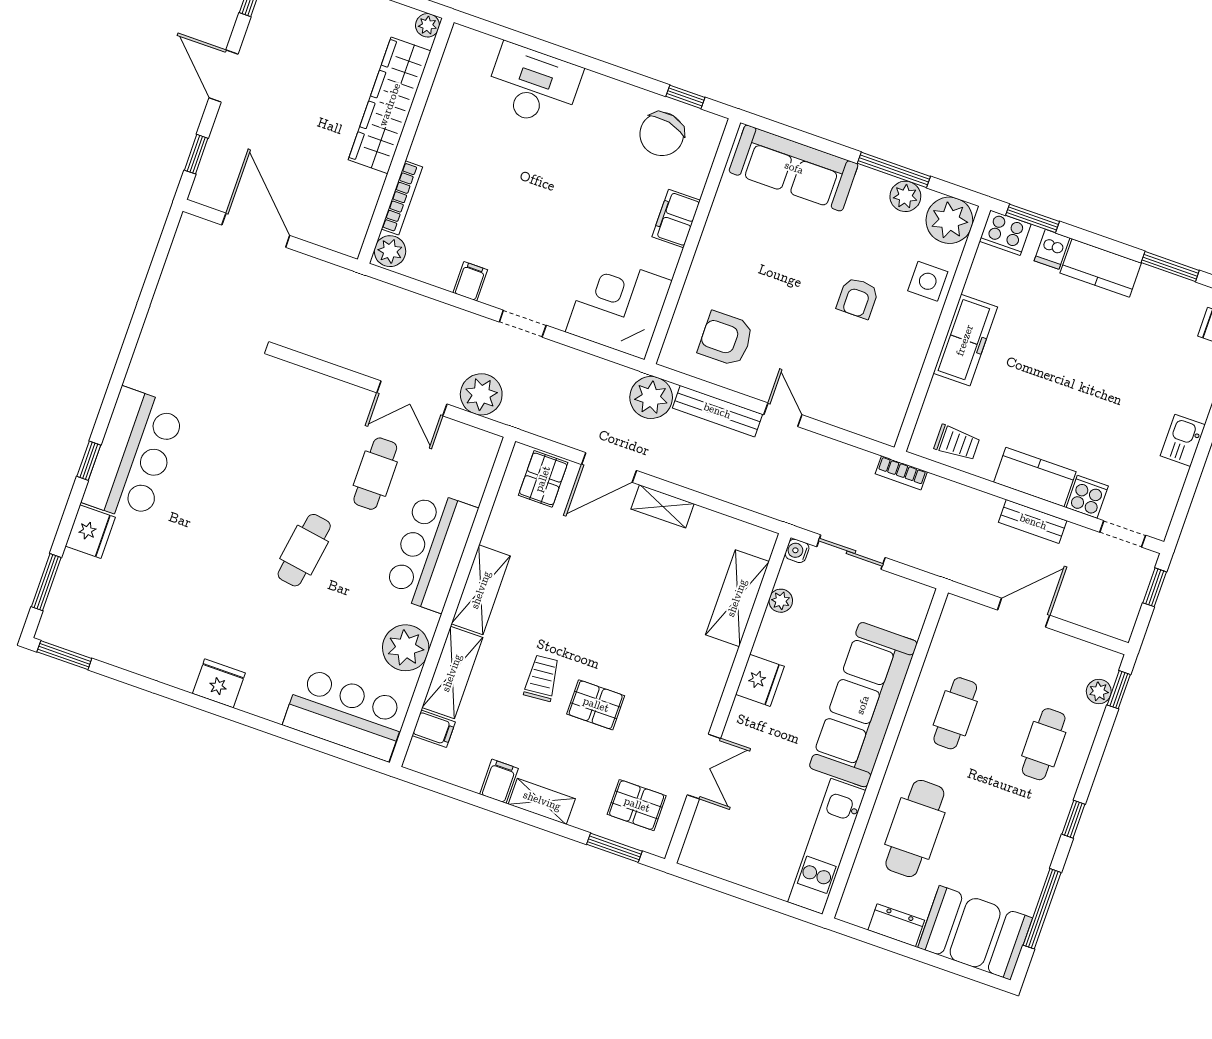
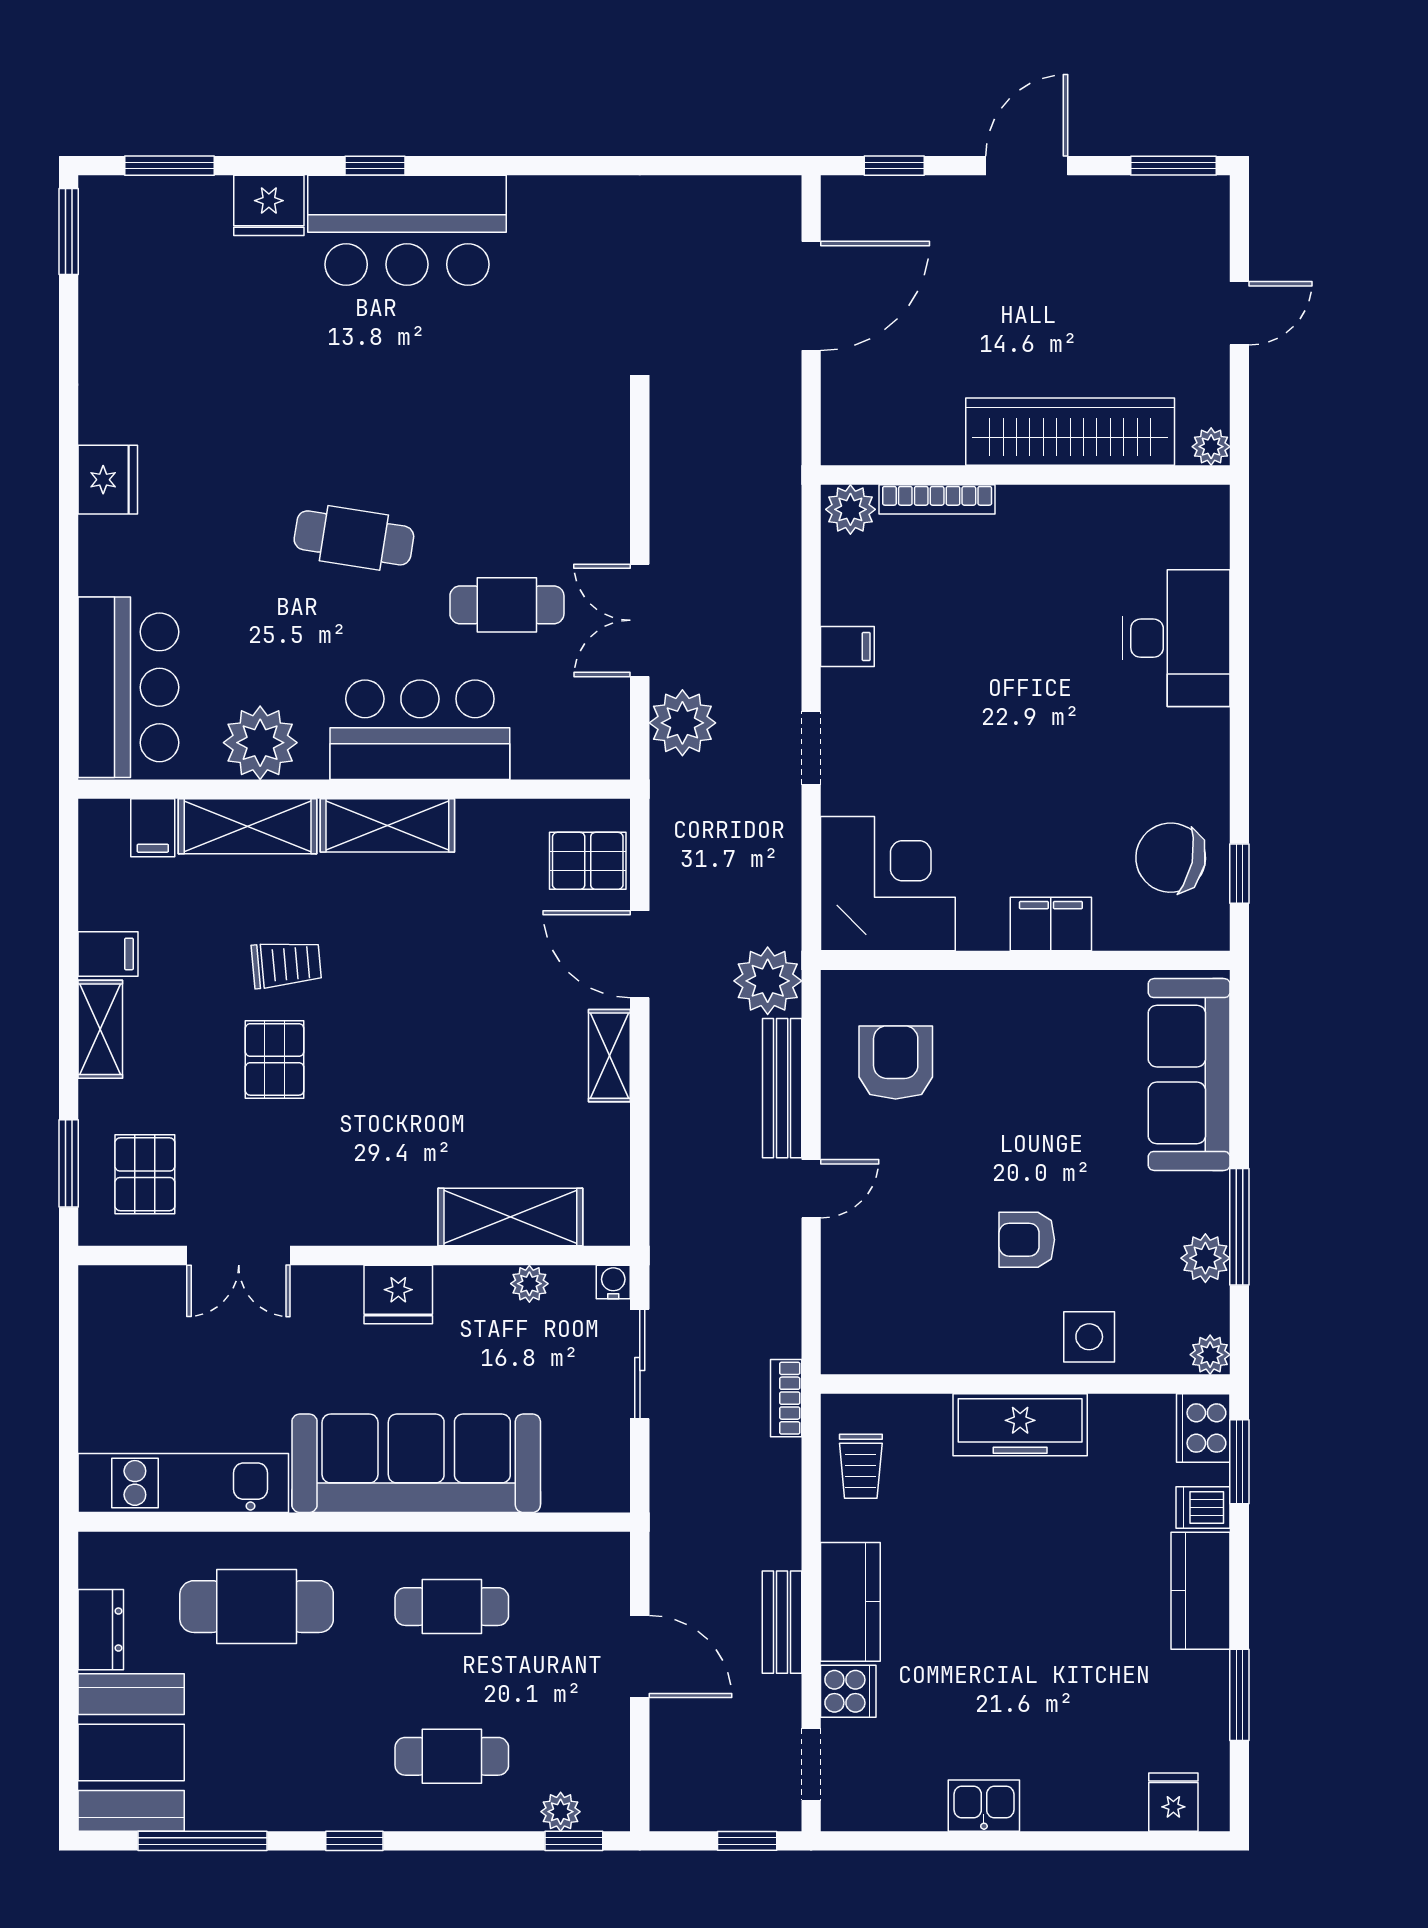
plant: (949, 220) -> (1210, 1355), width x0.53, depth x0.53

